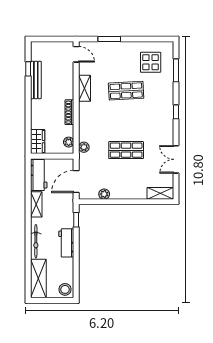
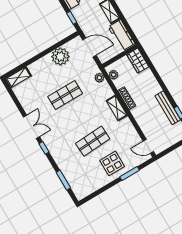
display table: (151, 62) -> (112, 163), moved
shelving: (85, 88) -> (117, 108), moved
double door: (176, 159) -> (31, 127), moved
door: (76, 182) -> (89, 48), hinge flipped
plant: (104, 194) -> (60, 56), width x1.88, depth x1.88

